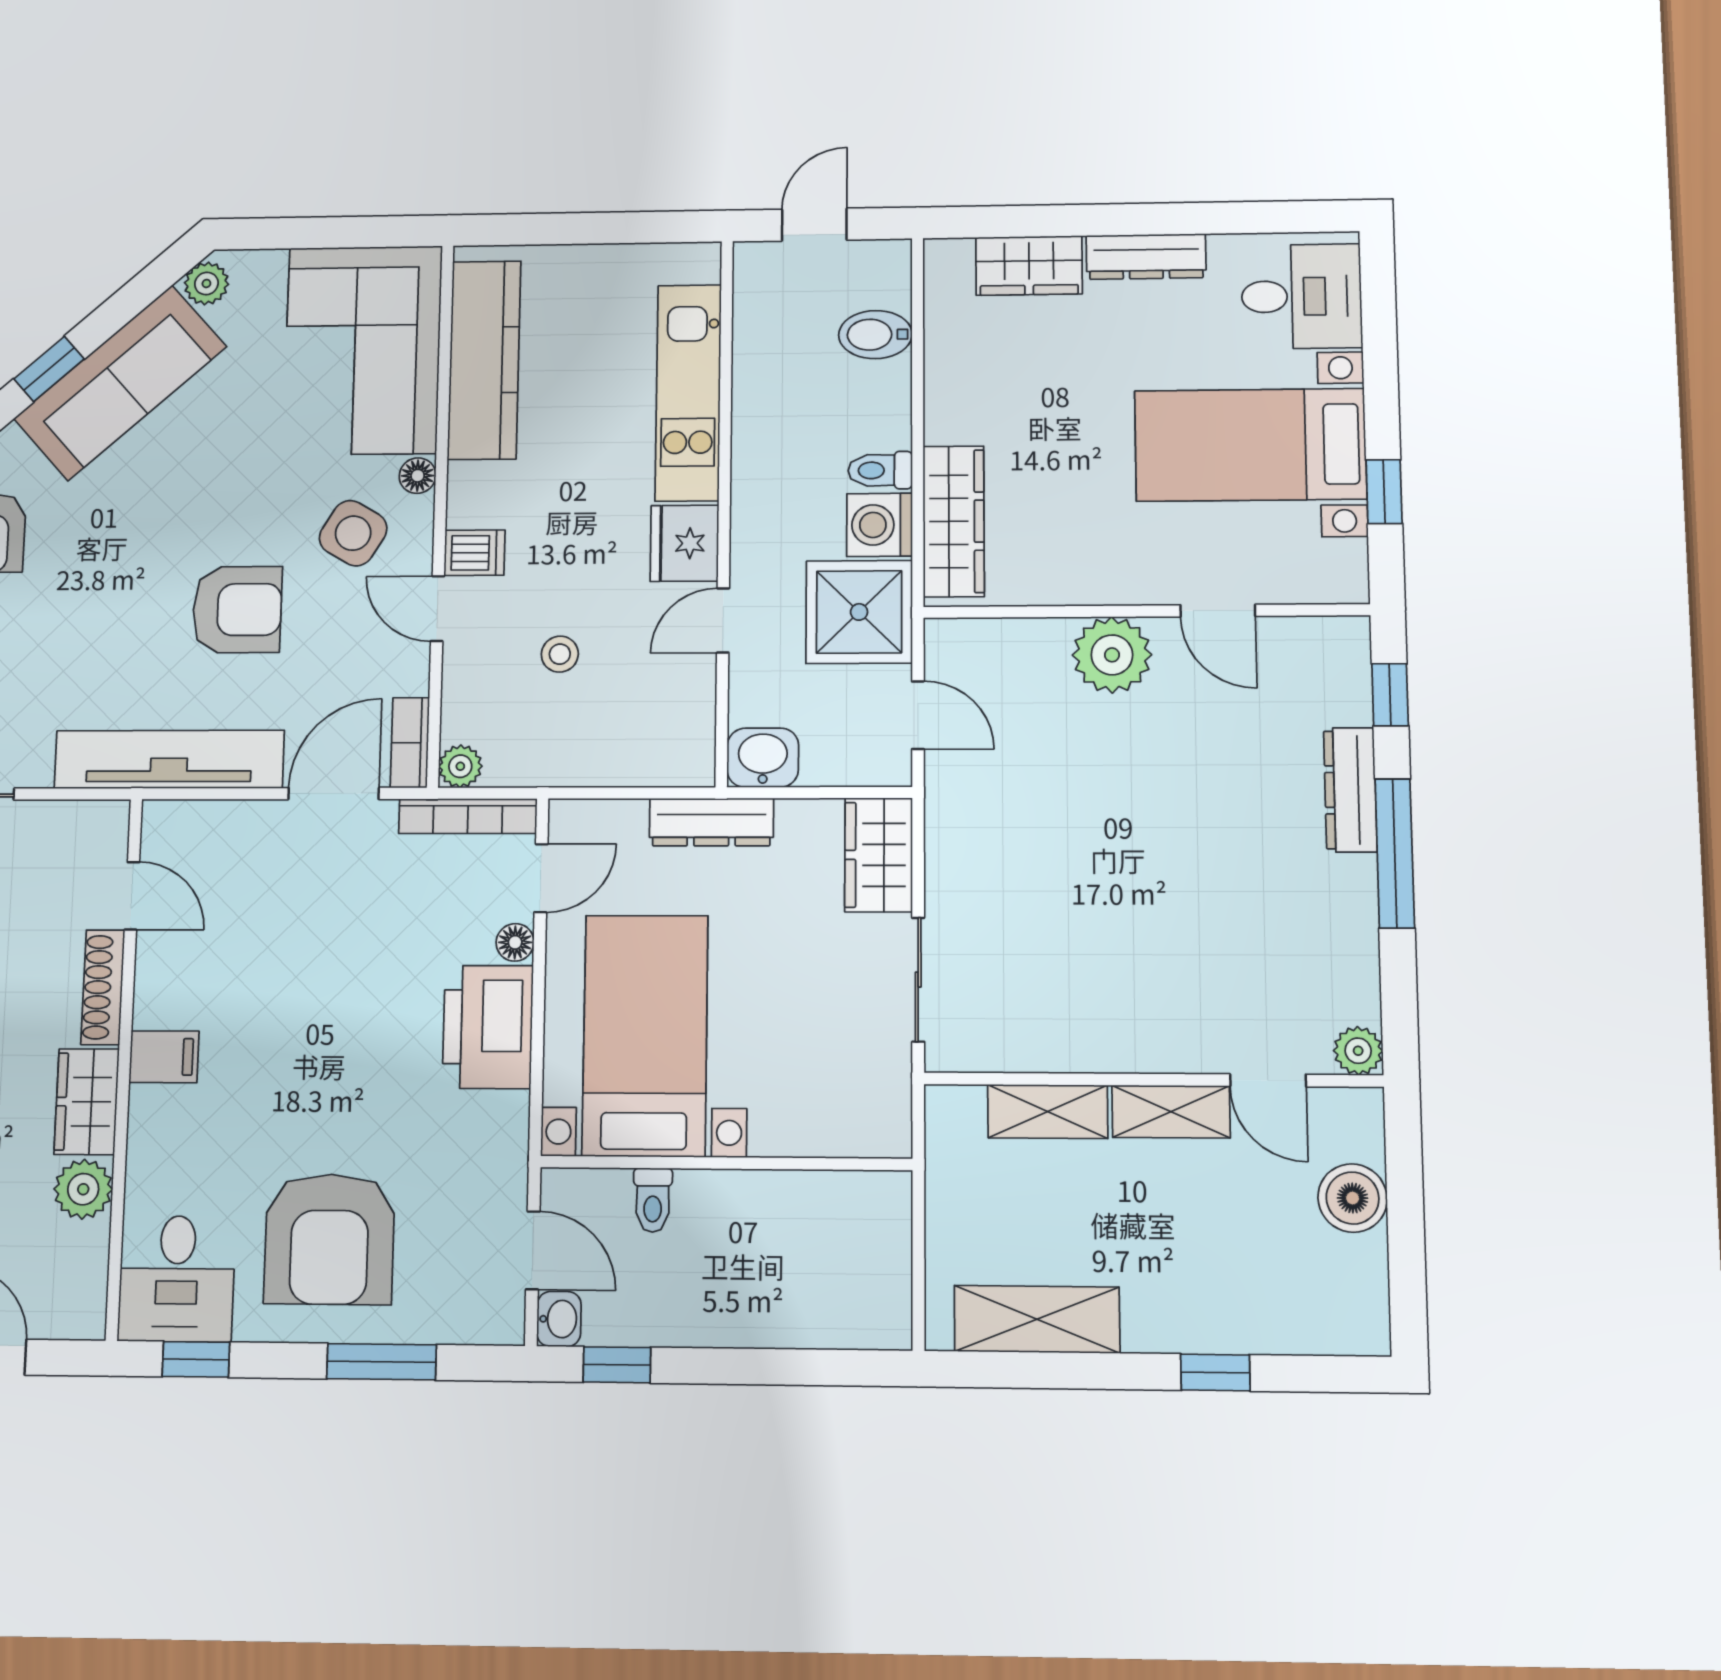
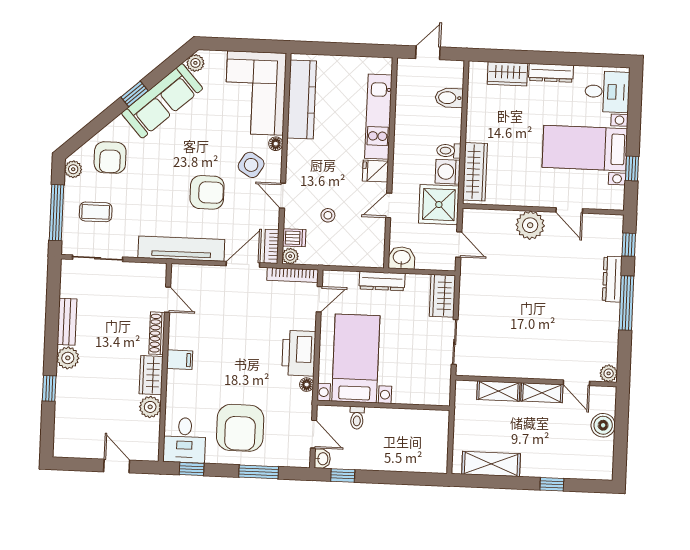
fridge: (684, 543) -> (375, 171), width x0.72
dishwasher: (474, 553) -> (294, 238), moved
floor lamp: (515, 942) -> (307, 385), moved

